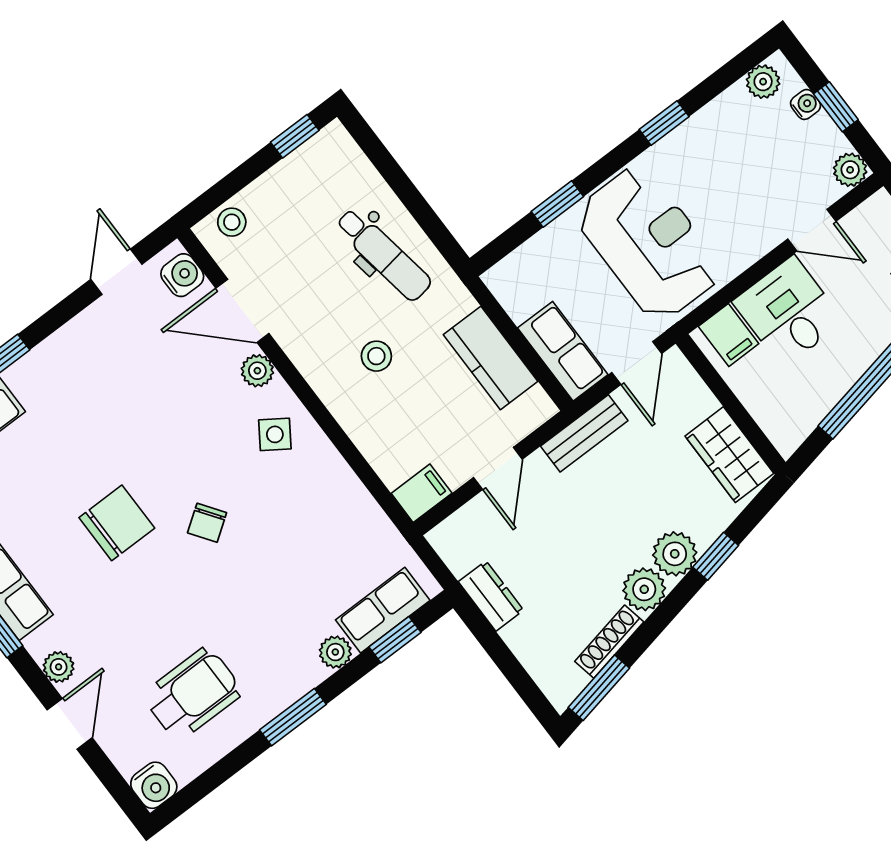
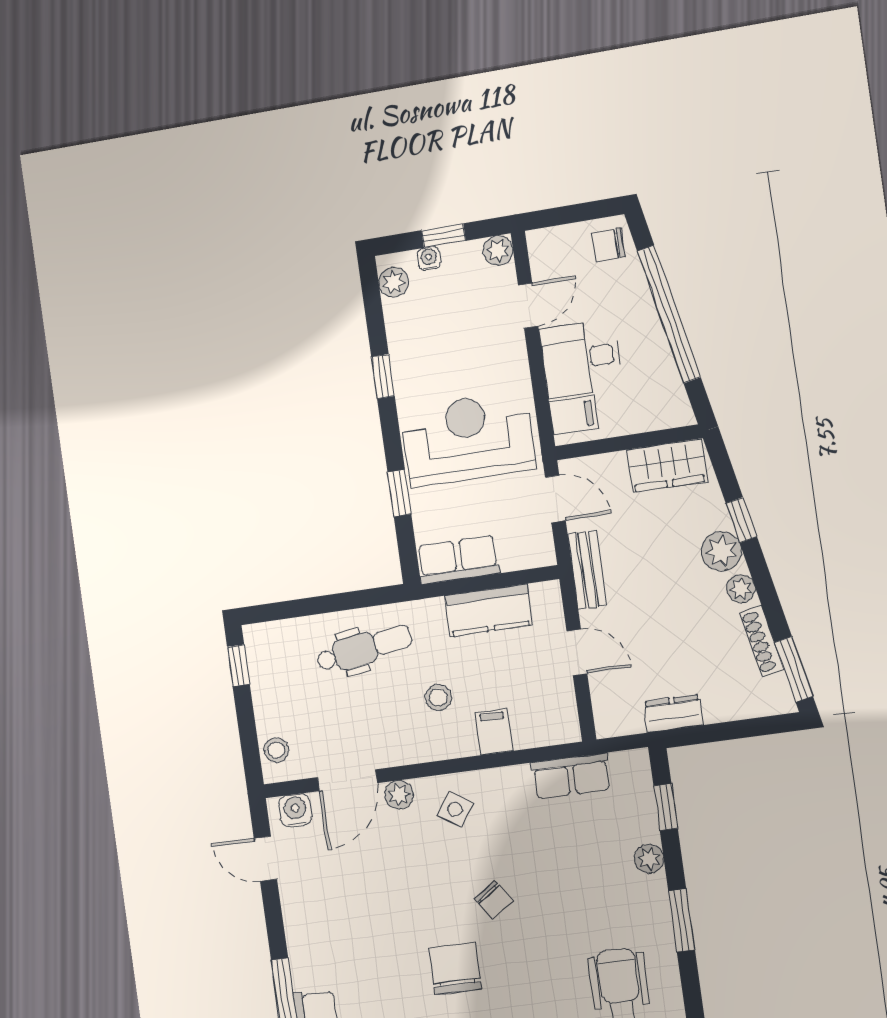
row of seats: (563, 351) -> (458, 560), moved
filing cabinet: (422, 493) -> (494, 732), moved
plant: (644, 589) -> (741, 589), width x0.73, depth x0.73
row of seats: (383, 610) -> (571, 776), moved, turned -90

